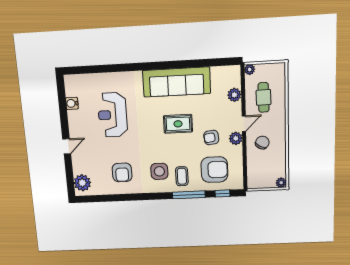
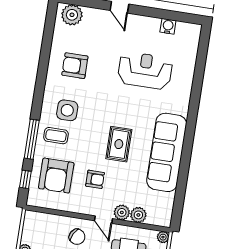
armchair: (211, 137) -> (95, 179), turned 97
plant: (236, 138) -> (122, 212), moved

